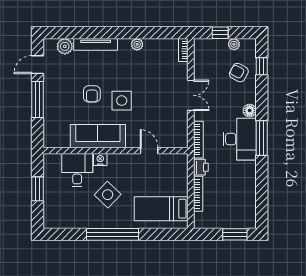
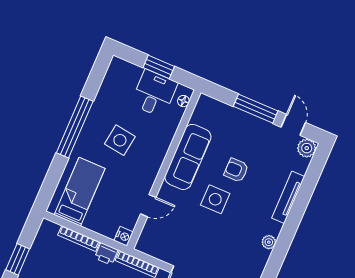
plant: (65, 46) -> (307, 148), moved
floor lamp: (56, 158) -> (183, 101), added
nightstand: (100, 160) -> (124, 236), moved
desk: (77, 170) -> (154, 93), moved, turned -90
side table: (108, 195) -> (120, 140), turned -36

